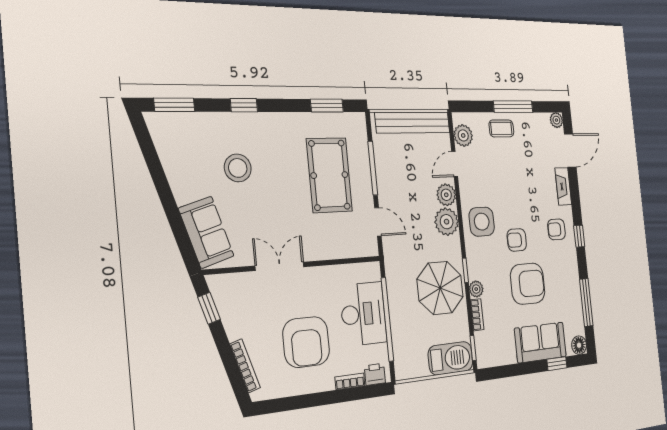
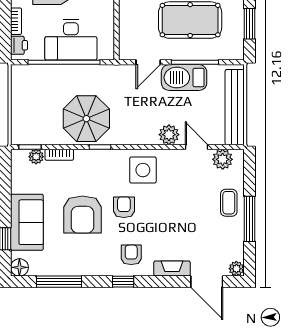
plant: (447, 222) -> (145, 132), removed
plant: (476, 289) -> (36, 157), moved
barbecue: (451, 358) -> (184, 78), moved, turned 90

